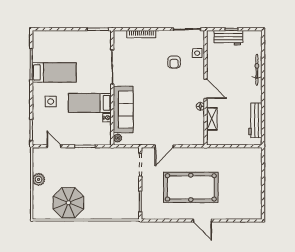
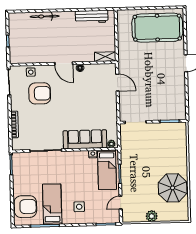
workbench: (228, 38) -> (16, 44), removed
armchair: (52, 44) -> (25, 207), added
armchair: (174, 62) -> (40, 93), width x1.88, depth x1.88
door: (206, 89) -> (64, 63), swing flipped
bed: (90, 103) -> (107, 170), moved
shelving: (212, 119) -> (105, 57), moved
door: (164, 146) -> (117, 83), moved
pool table: (191, 187) -> (157, 28), moved, turned 90

